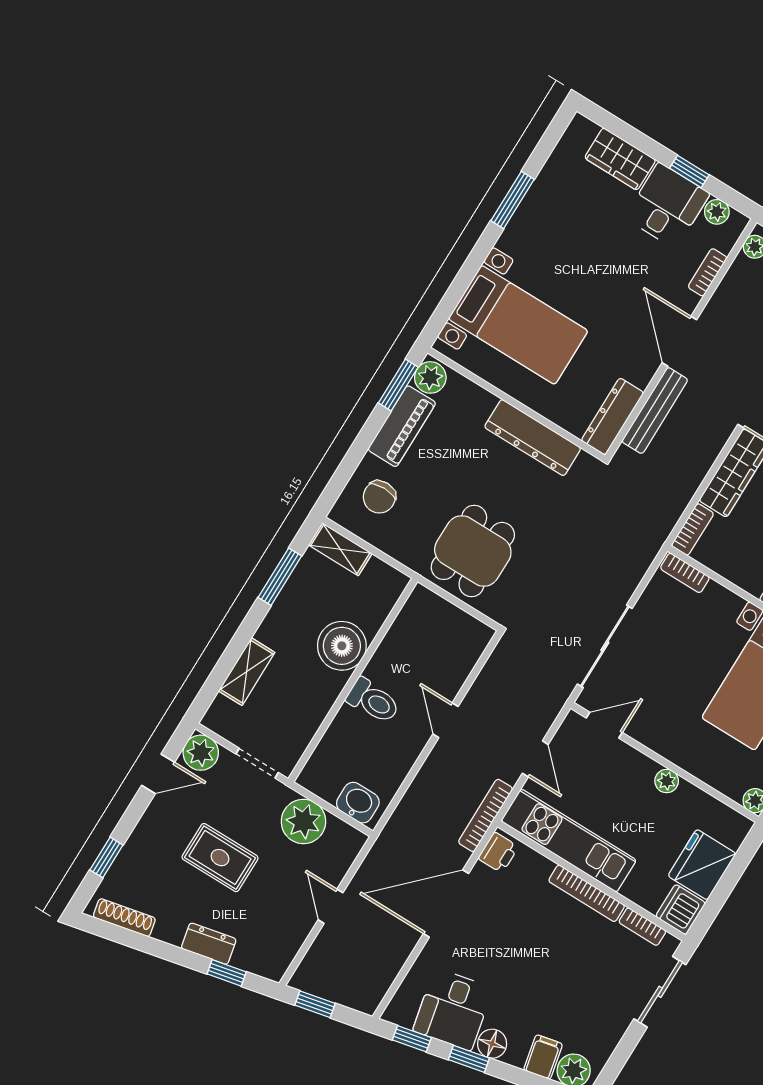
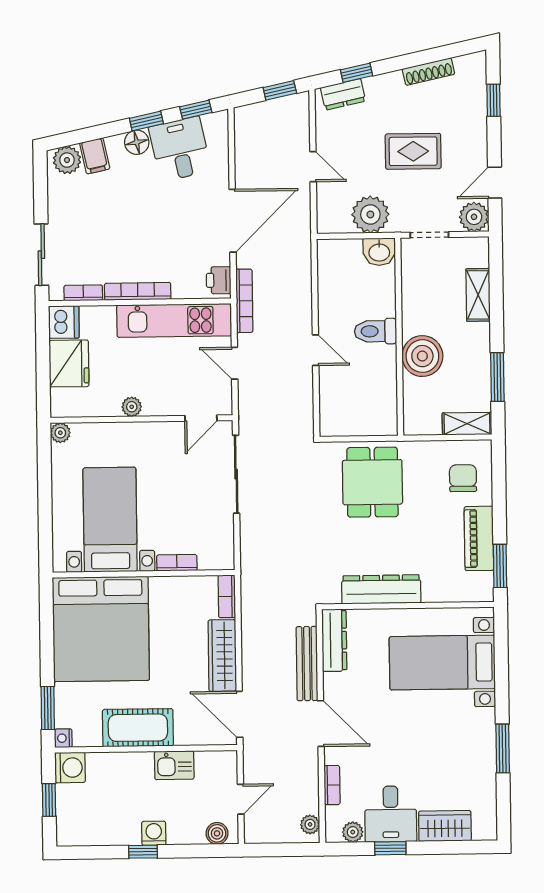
plant: (430, 377) -> (481, 586), removed
bookcase: (685, 573) -> (177, 563), moved
washbasin: (358, 803) -> (379, 252), moved
shoe rack: (124, 918) -> (428, 72), moved
dresser: (209, 944) -> (343, 94), moved

